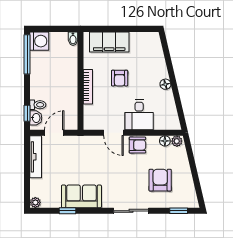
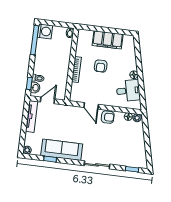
filing cabinet: (109, 42) -> (108, 40), moved
desk: (139, 115) -> (128, 91), moved, turned -103
armchair: (160, 180) -> (121, 145), removed
sofa: (81, 196) -> (62, 150), width x1.36

